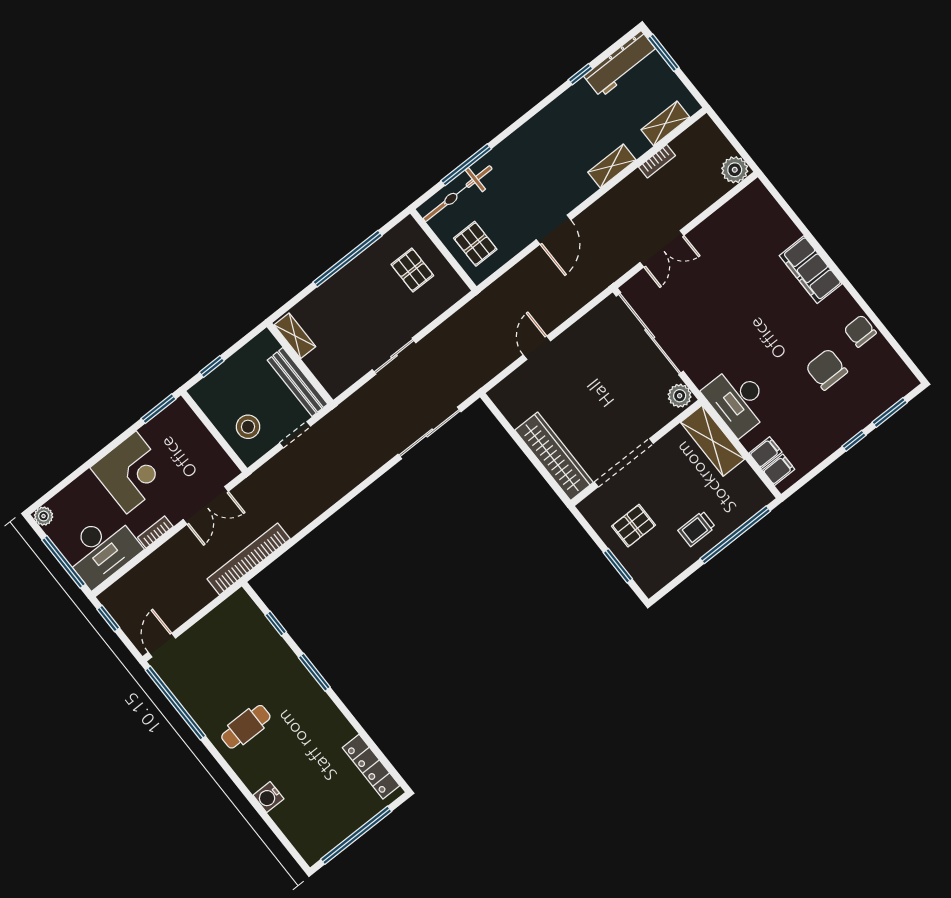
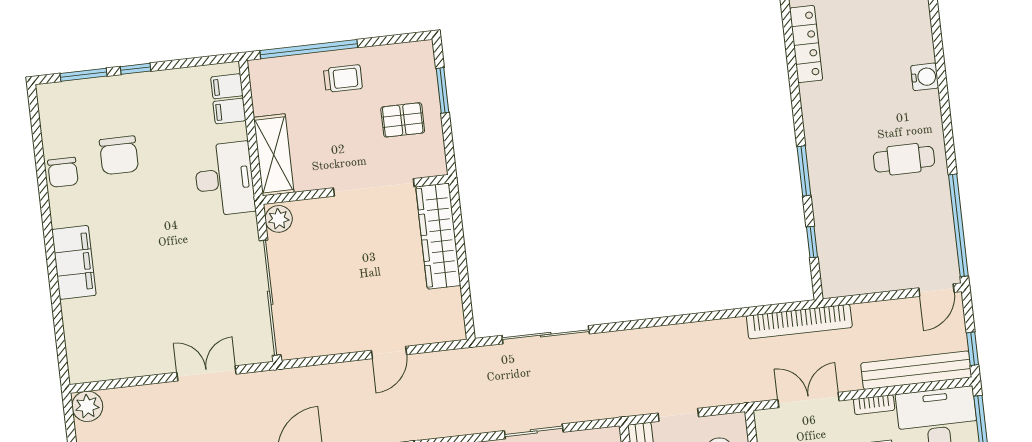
bench: (140, 577) -> (916, 370), added

